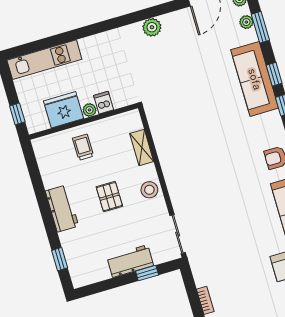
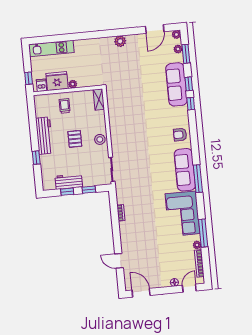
dishwasher: (104, 103) -> (42, 85), moved
shelving: (142, 148) -> (99, 99), moved
workbench: (62, 208) -> (44, 136), width x1.38
window: (60, 259) -> (36, 158), moved
workbench: (130, 261) -> (69, 181), moved
window: (113, 283) -> (67, 192), added

